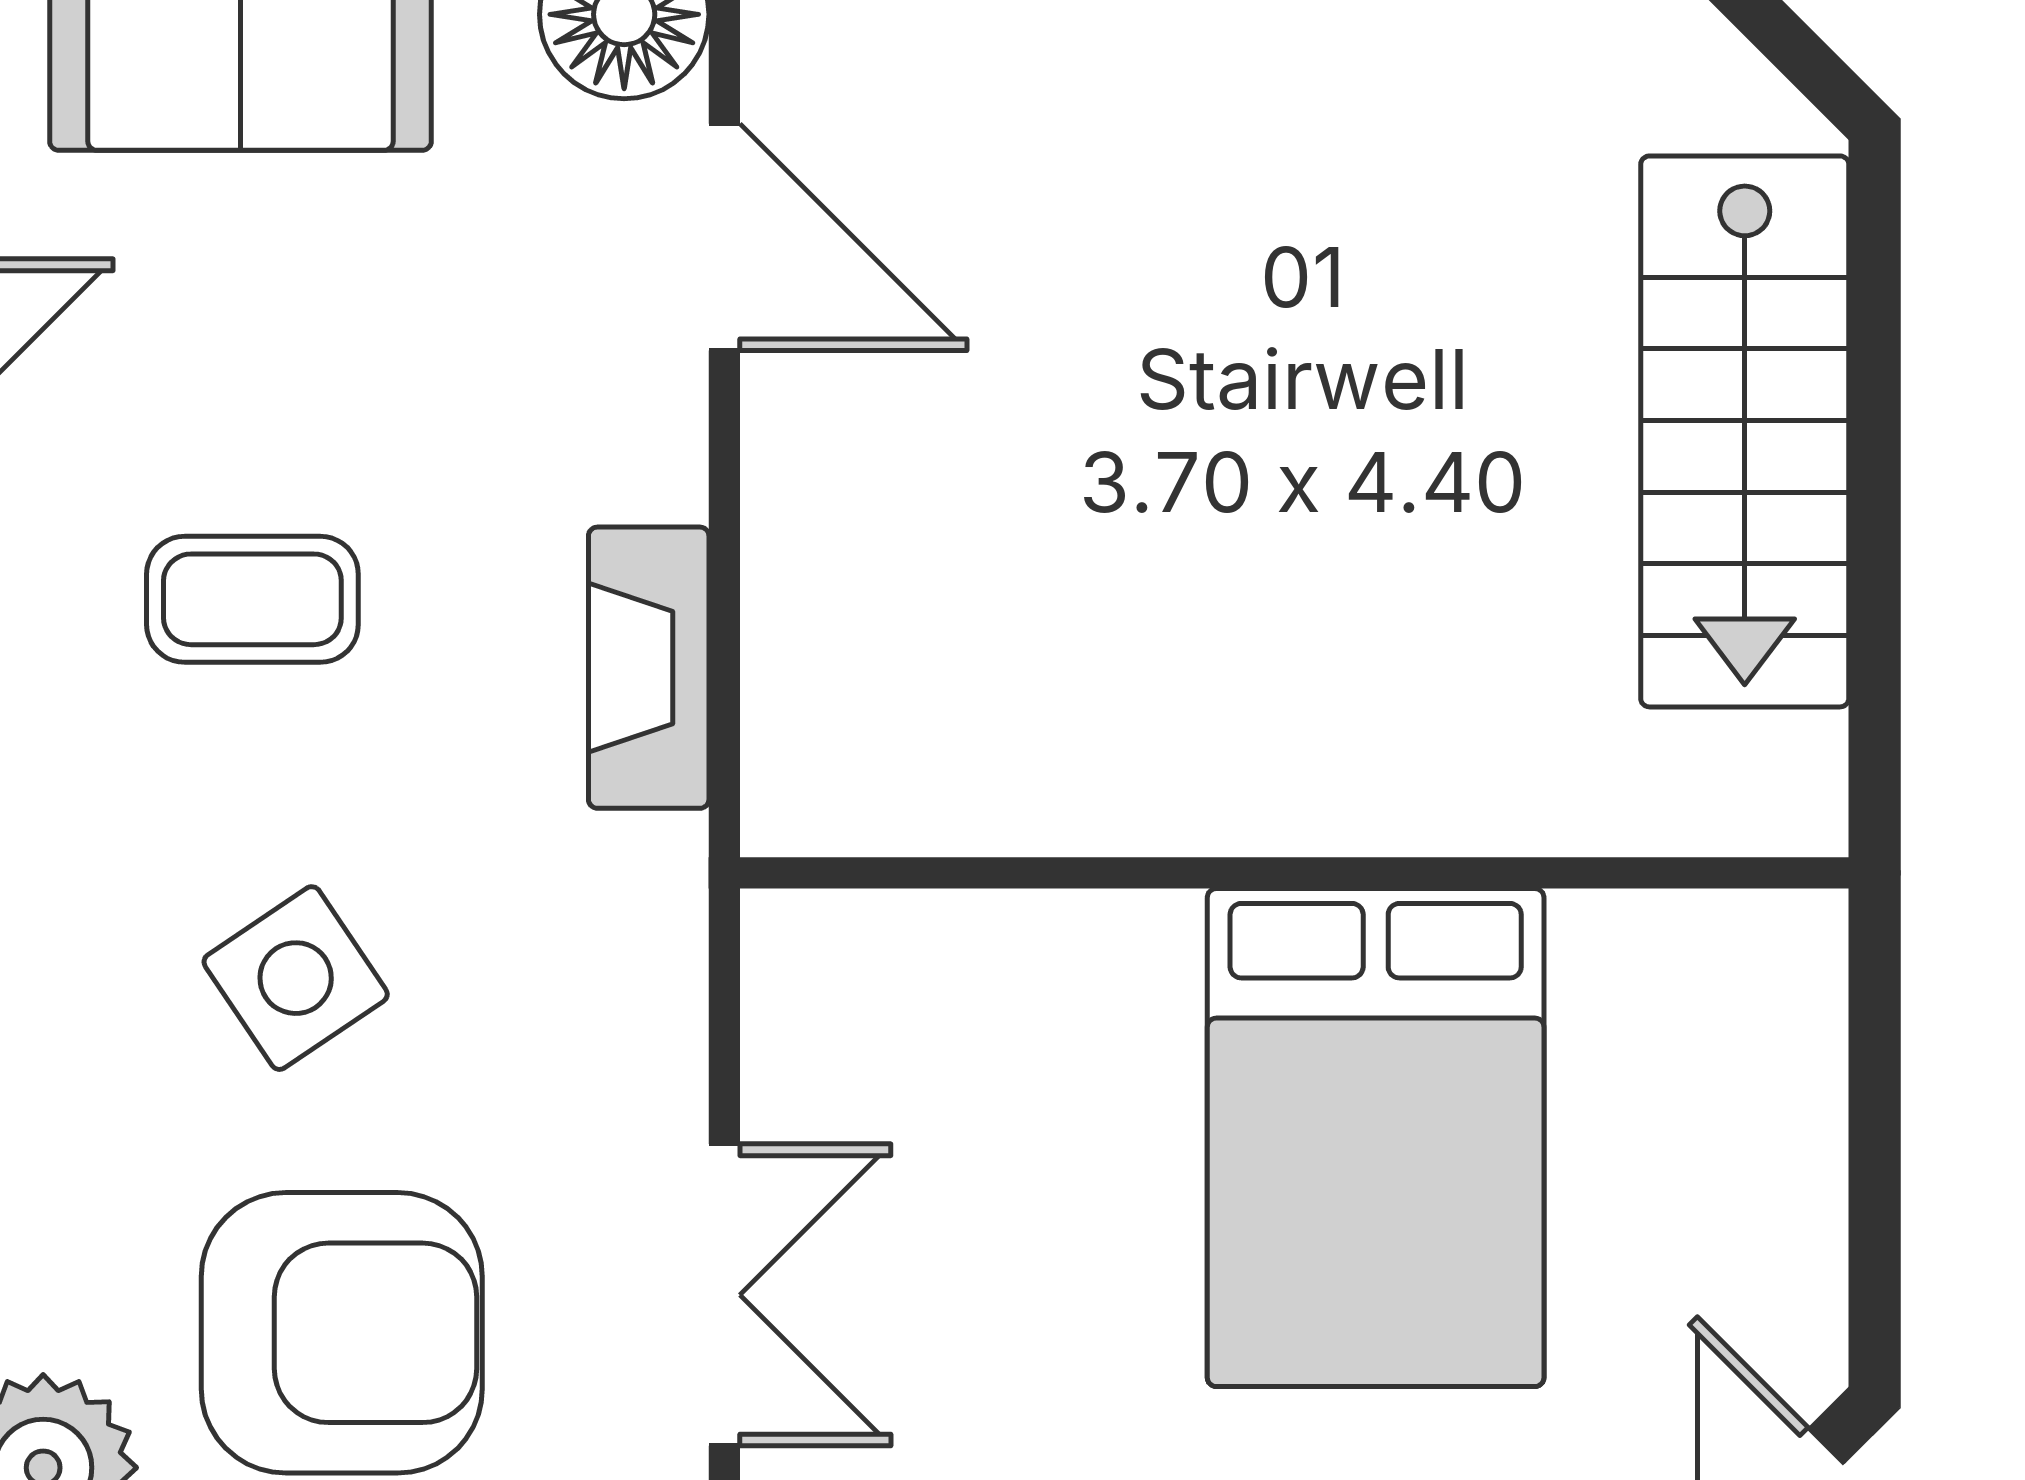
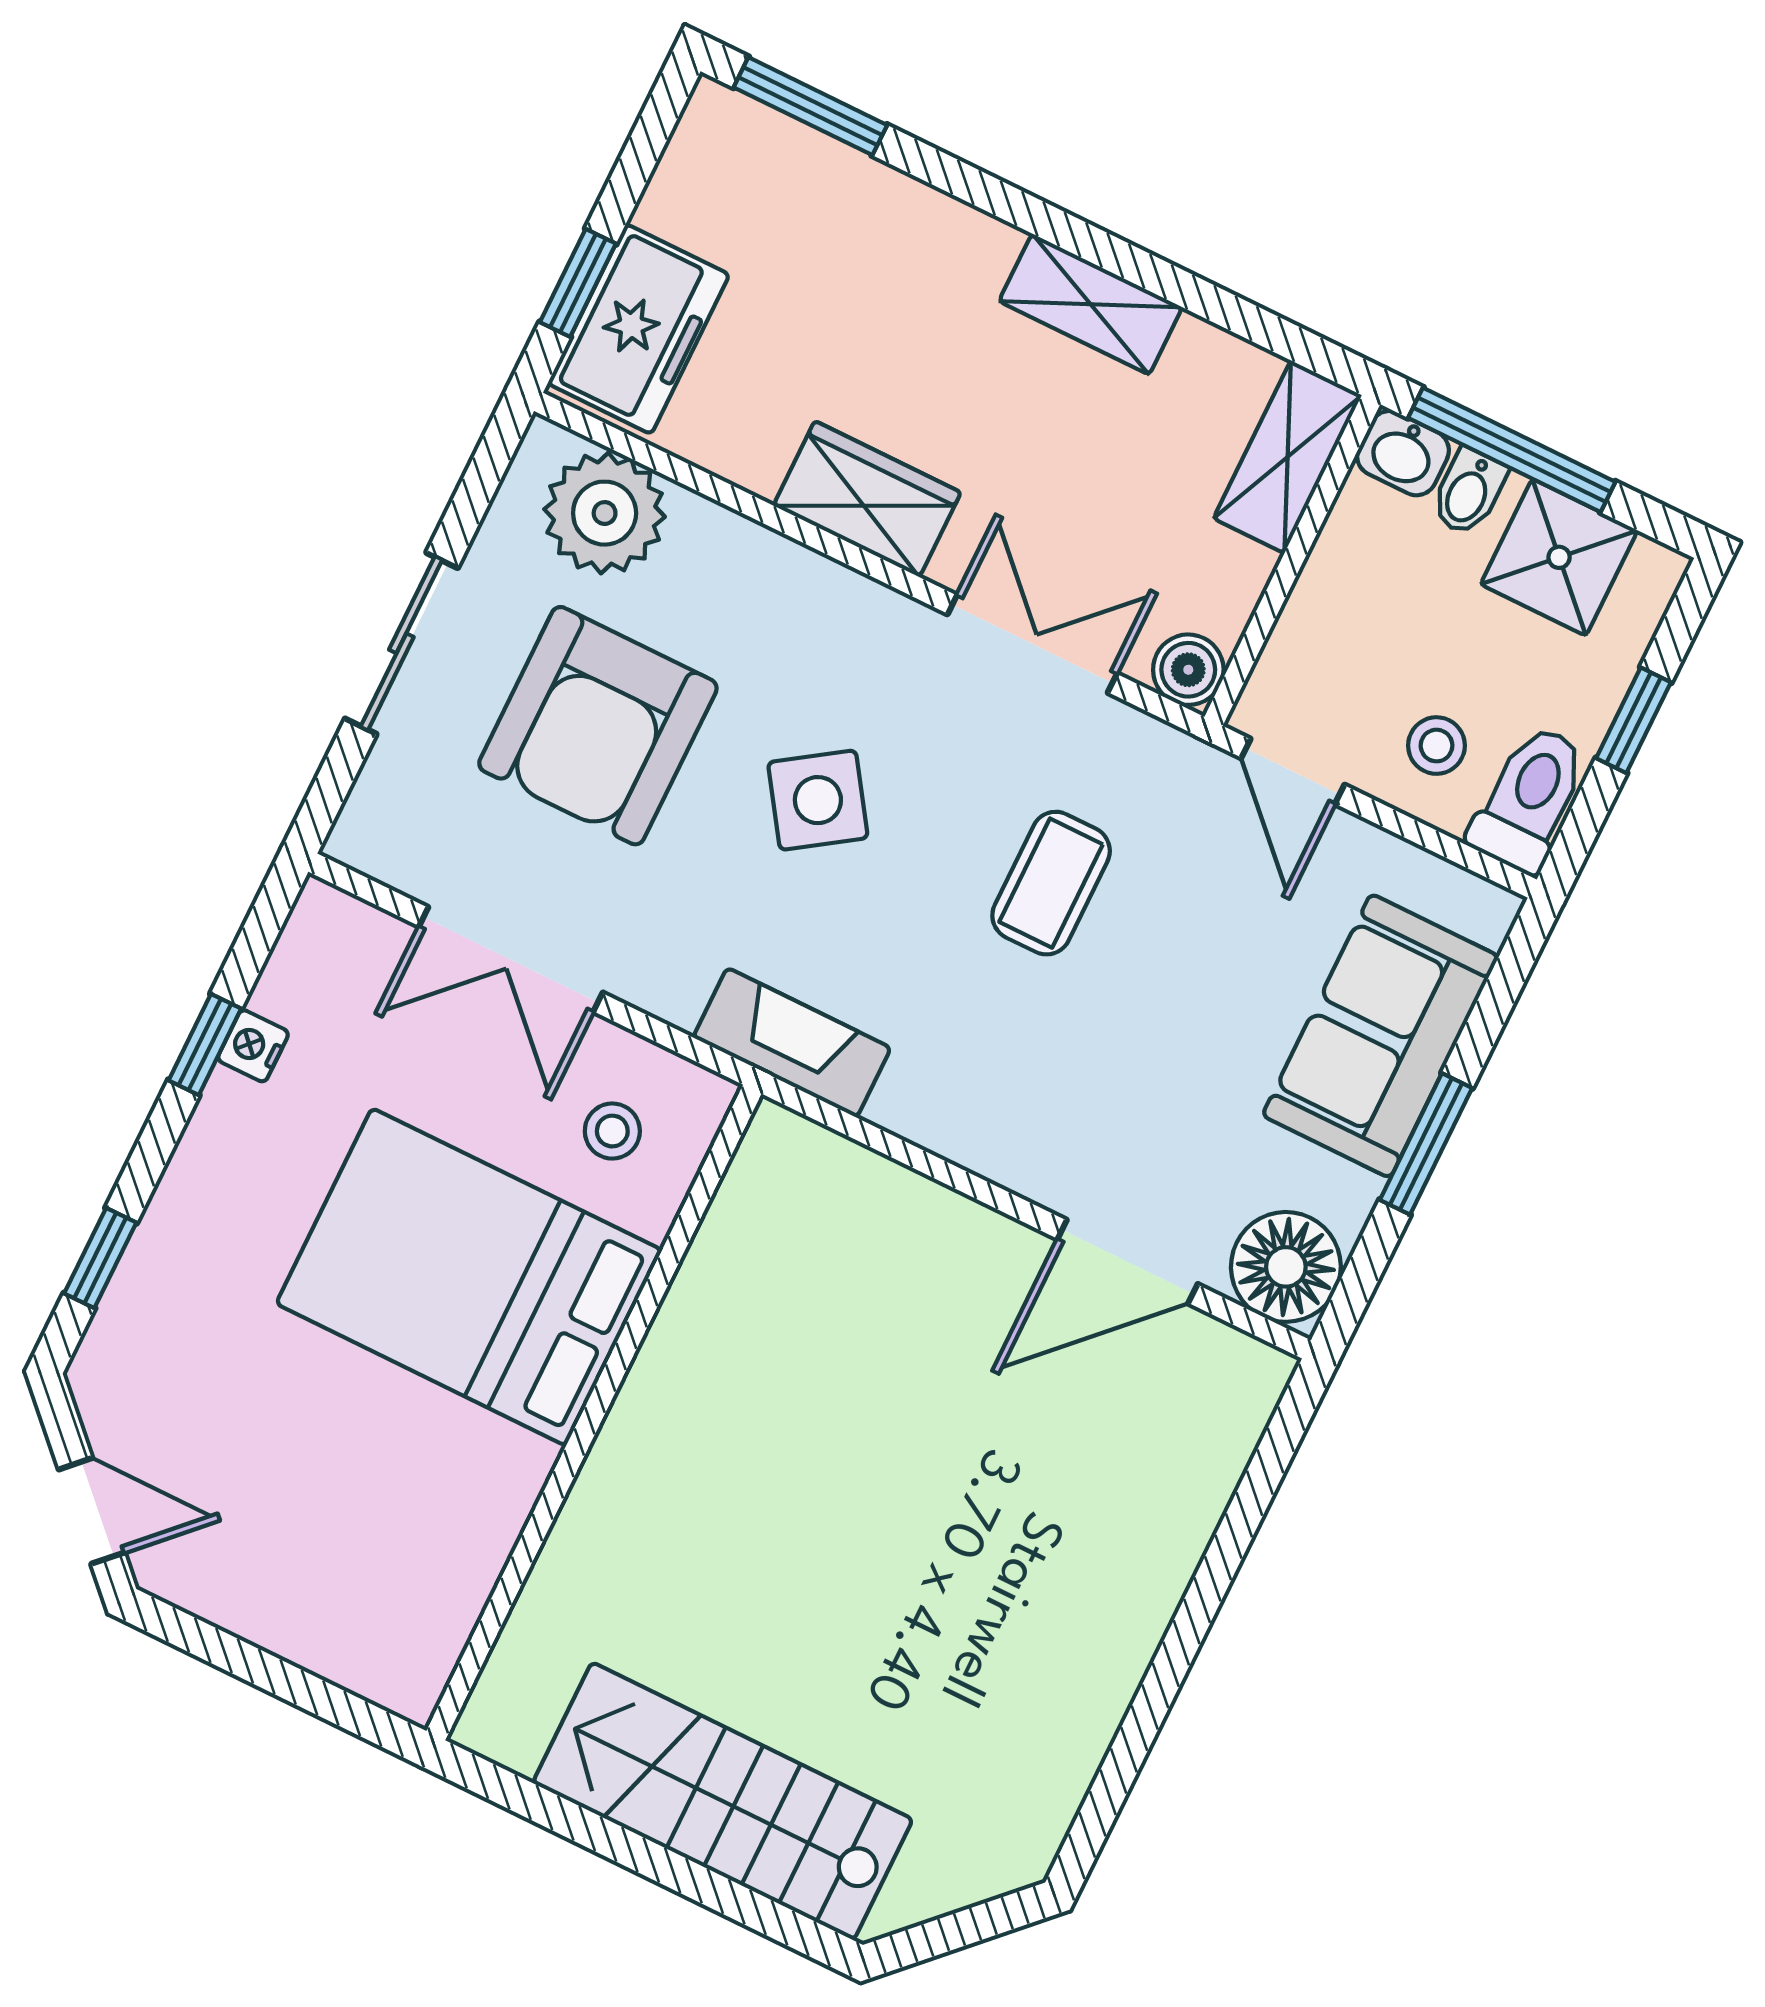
fireplace: (649, 668) -> (792, 1043), moved
stool: (893, 1038) -> (612, 1131), added
bed: (1376, 1138) -> (469, 1277), moved

